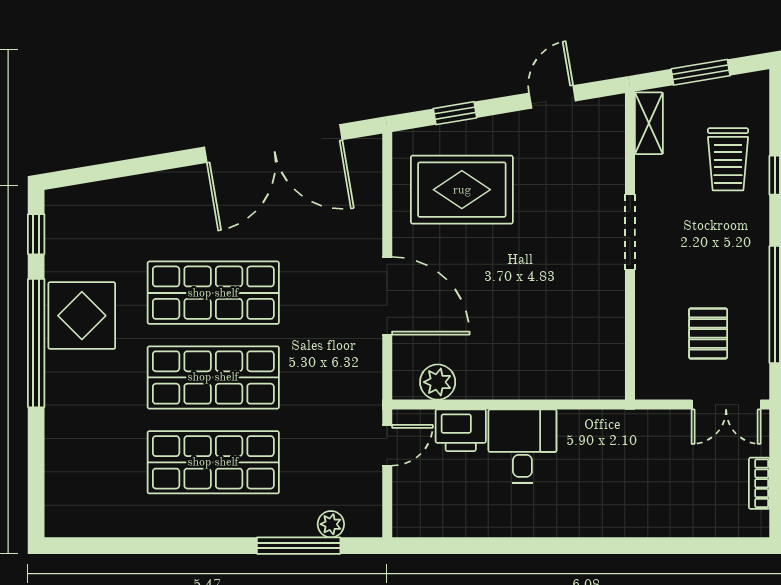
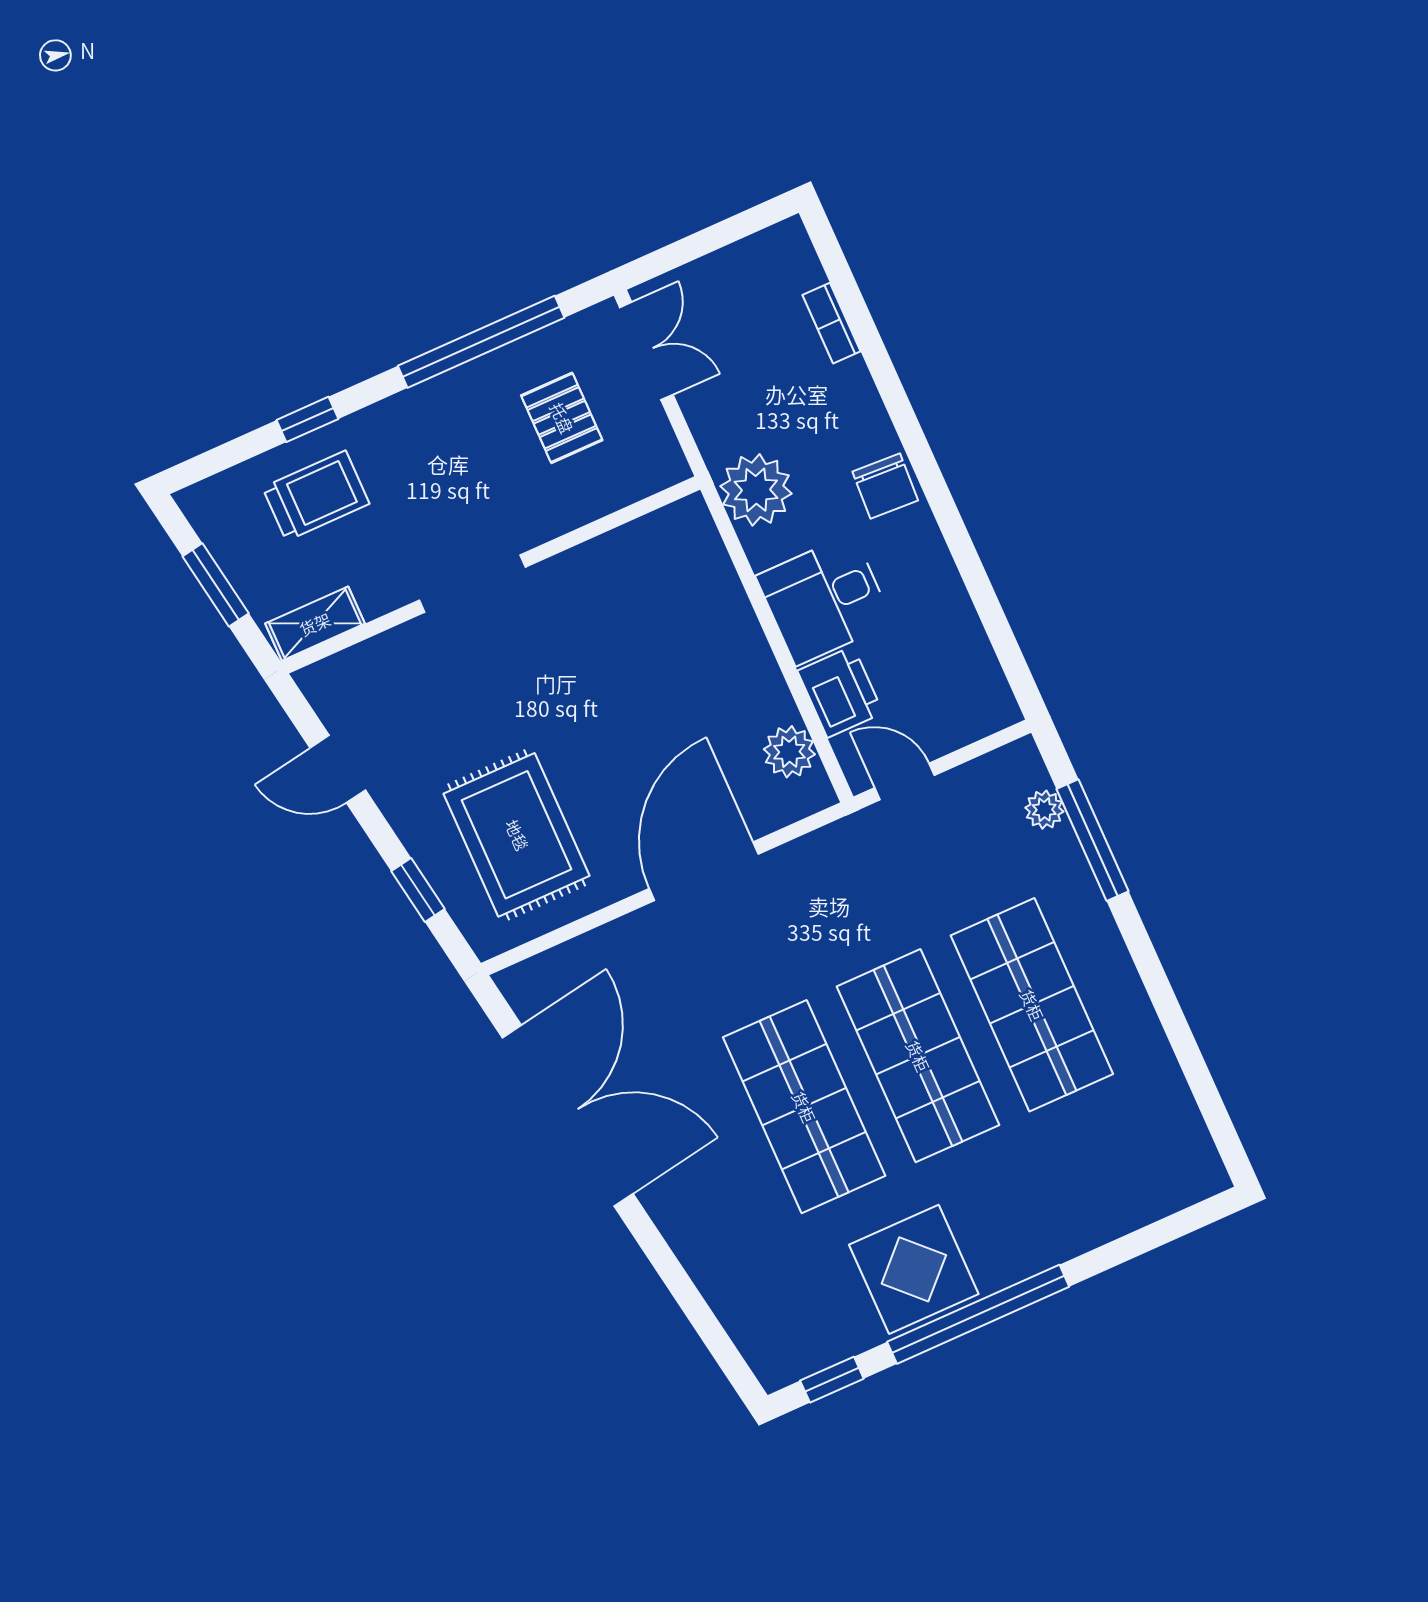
pallet: (708, 333) -> (562, 418), turned 90
plant: (609, 434) -> (756, 490), added
bookcase: (759, 483) -> (832, 323), moved, turned 90
chair: (576, 515) -> (885, 486), added

